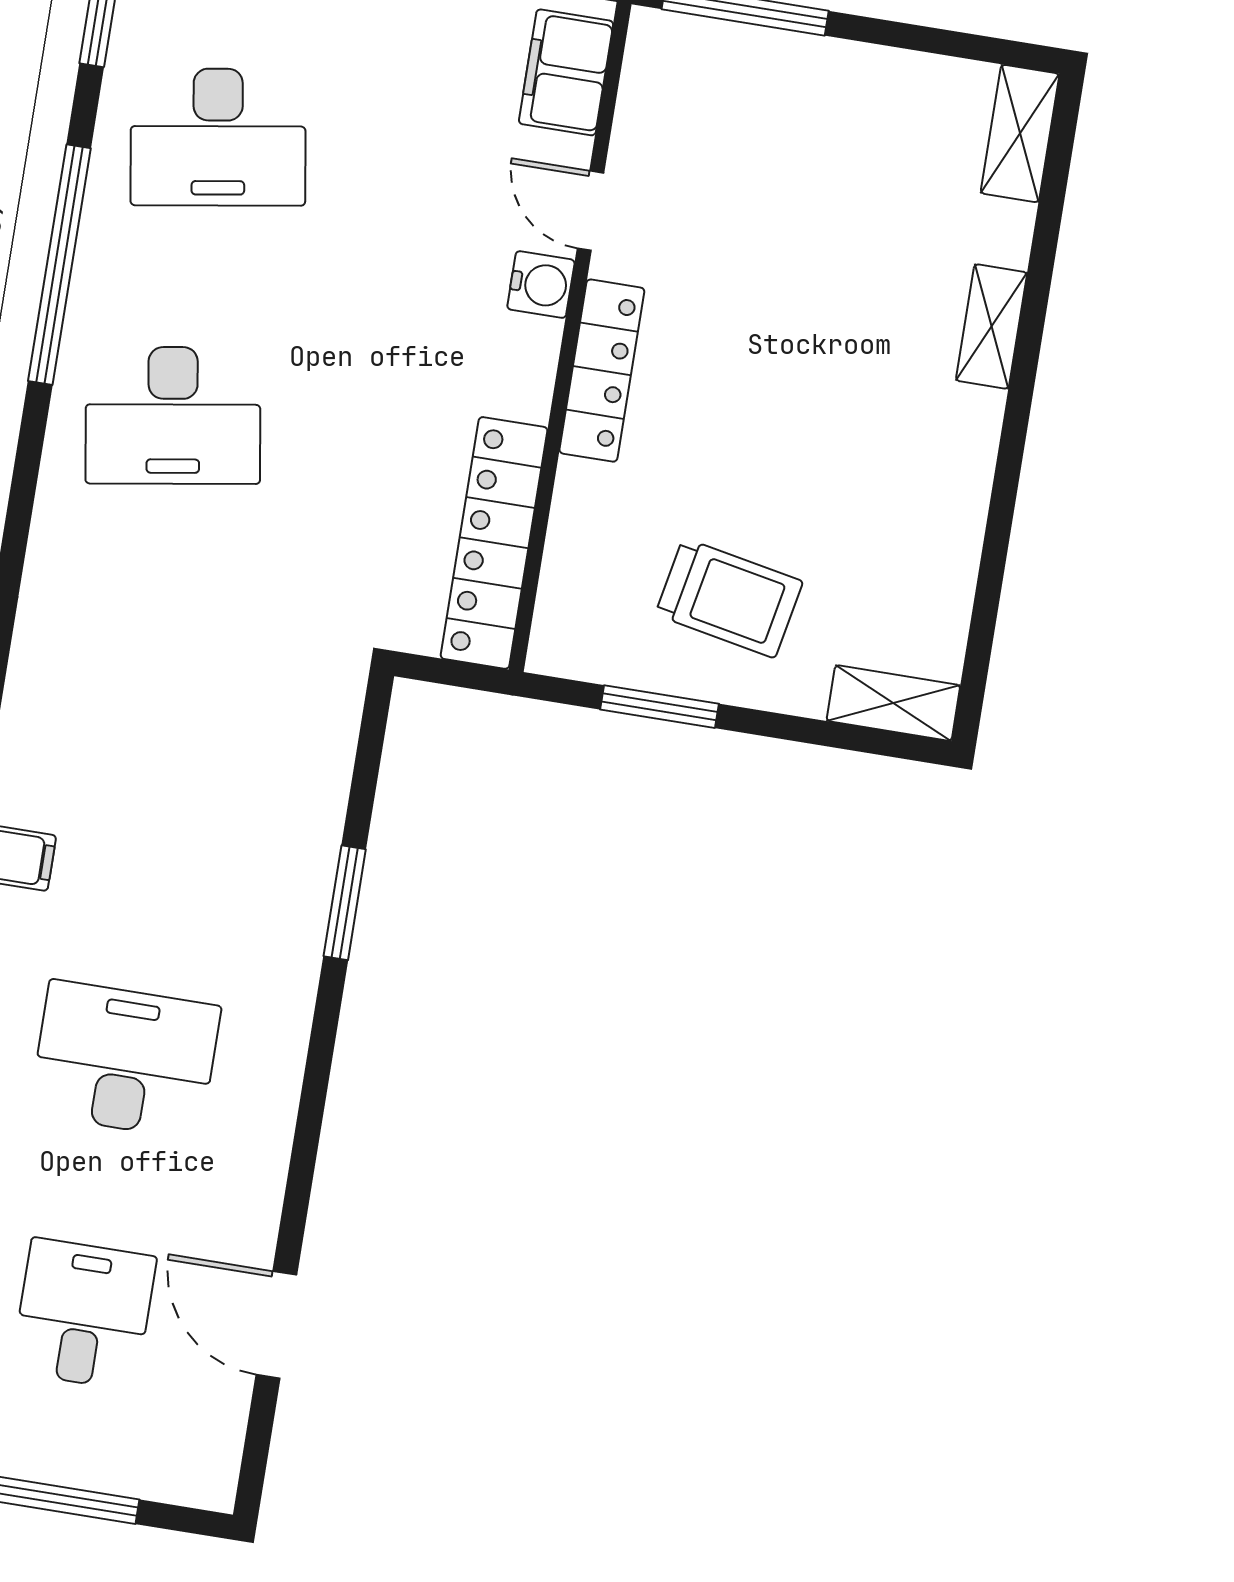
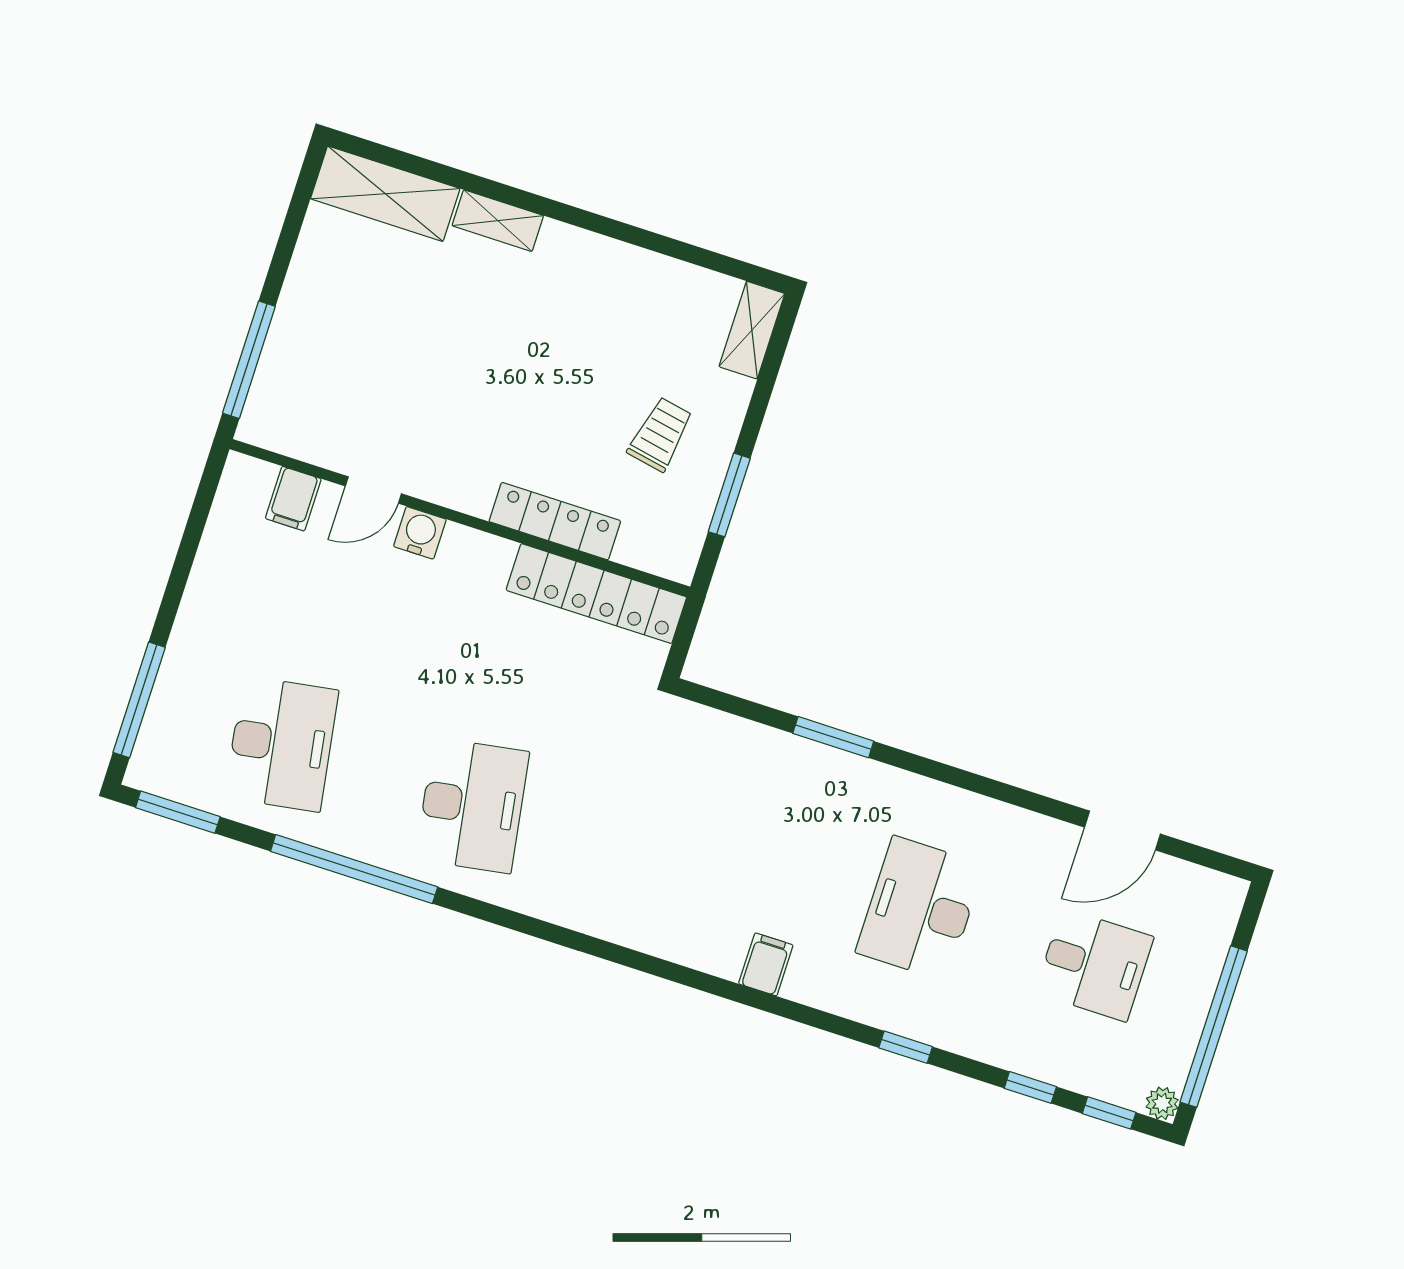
filing cabinet: (566, 72) -> (293, 499), width x0.50
shelving: (1020, 133) -> (385, 194), width x1.50, depth x1.33
locker: (602, 371) -> (555, 521), moved
trolley: (729, 598) -> (660, 434), width x0.73, depth x0.72
desk: (84, 1314) -> (1094, 965), turned 180

